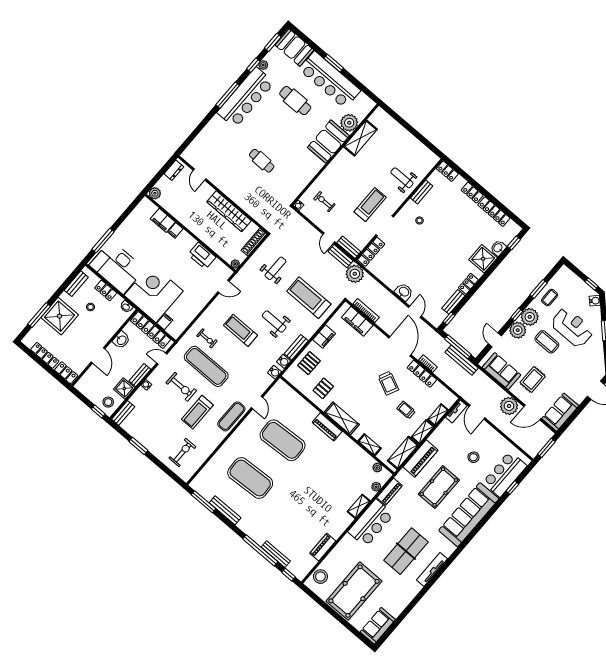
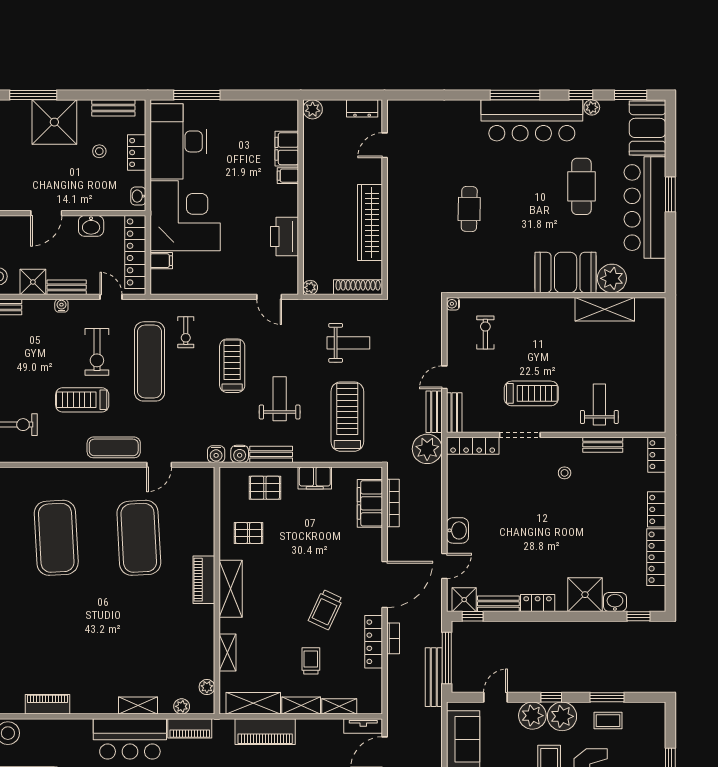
shower: (438, 316) -> (464, 600), added

